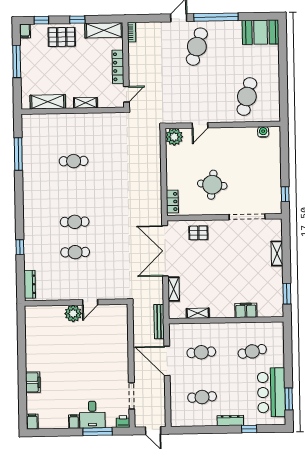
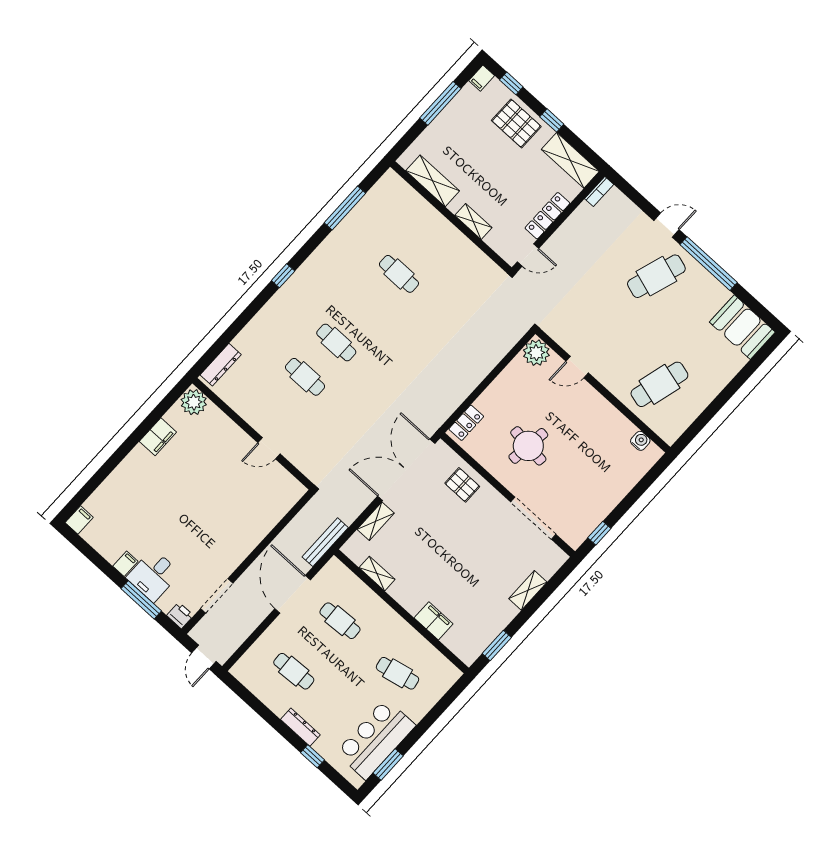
window: (20, 247) -> (283, 276), moved
plant: (73, 313) -> (194, 402), moved
filing cabinet: (33, 382) -> (158, 437), moved

